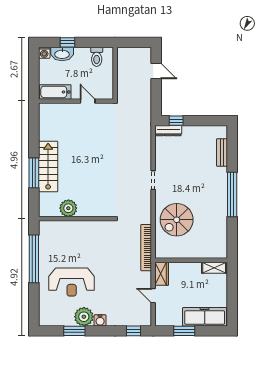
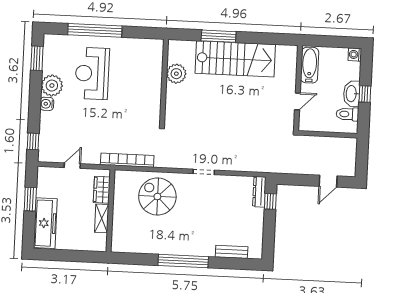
window: (67, 42) -> (365, 94), moved
washbasin: (62, 54) -> (352, 94), moved
stairs: (48, 167) -> (235, 59), width x1.36, depth x1.51
window: (34, 259) -> (95, 30), moved
shelving: (214, 268) -> (102, 218), moved
wardrobe: (162, 274) -> (102, 190), moved, turned 90
window: (74, 331) -> (37, 58), moved

